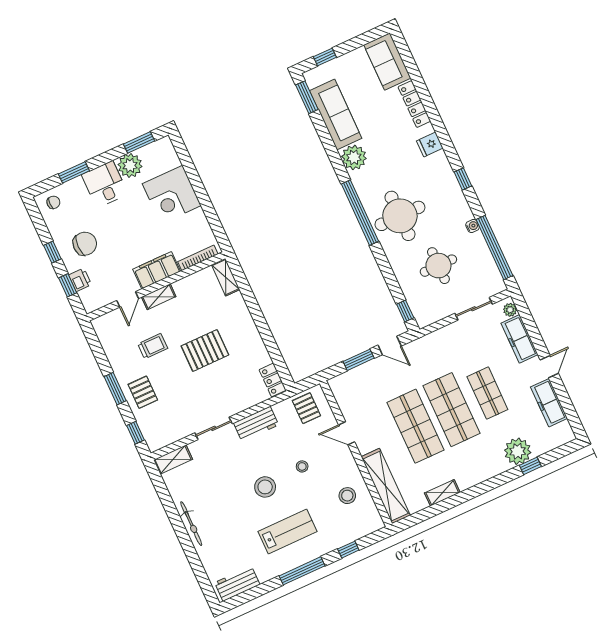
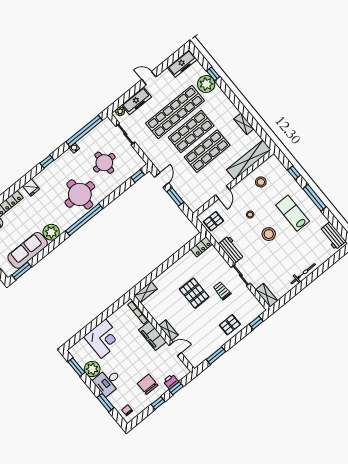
trolley: (153, 346) -> (222, 291), moved
window: (115, 389) -> (216, 356), moved
shop shelf: (487, 393) -> (175, 112), width x2.00, depth x1.36
freezer: (549, 403) -> (182, 63), moved

